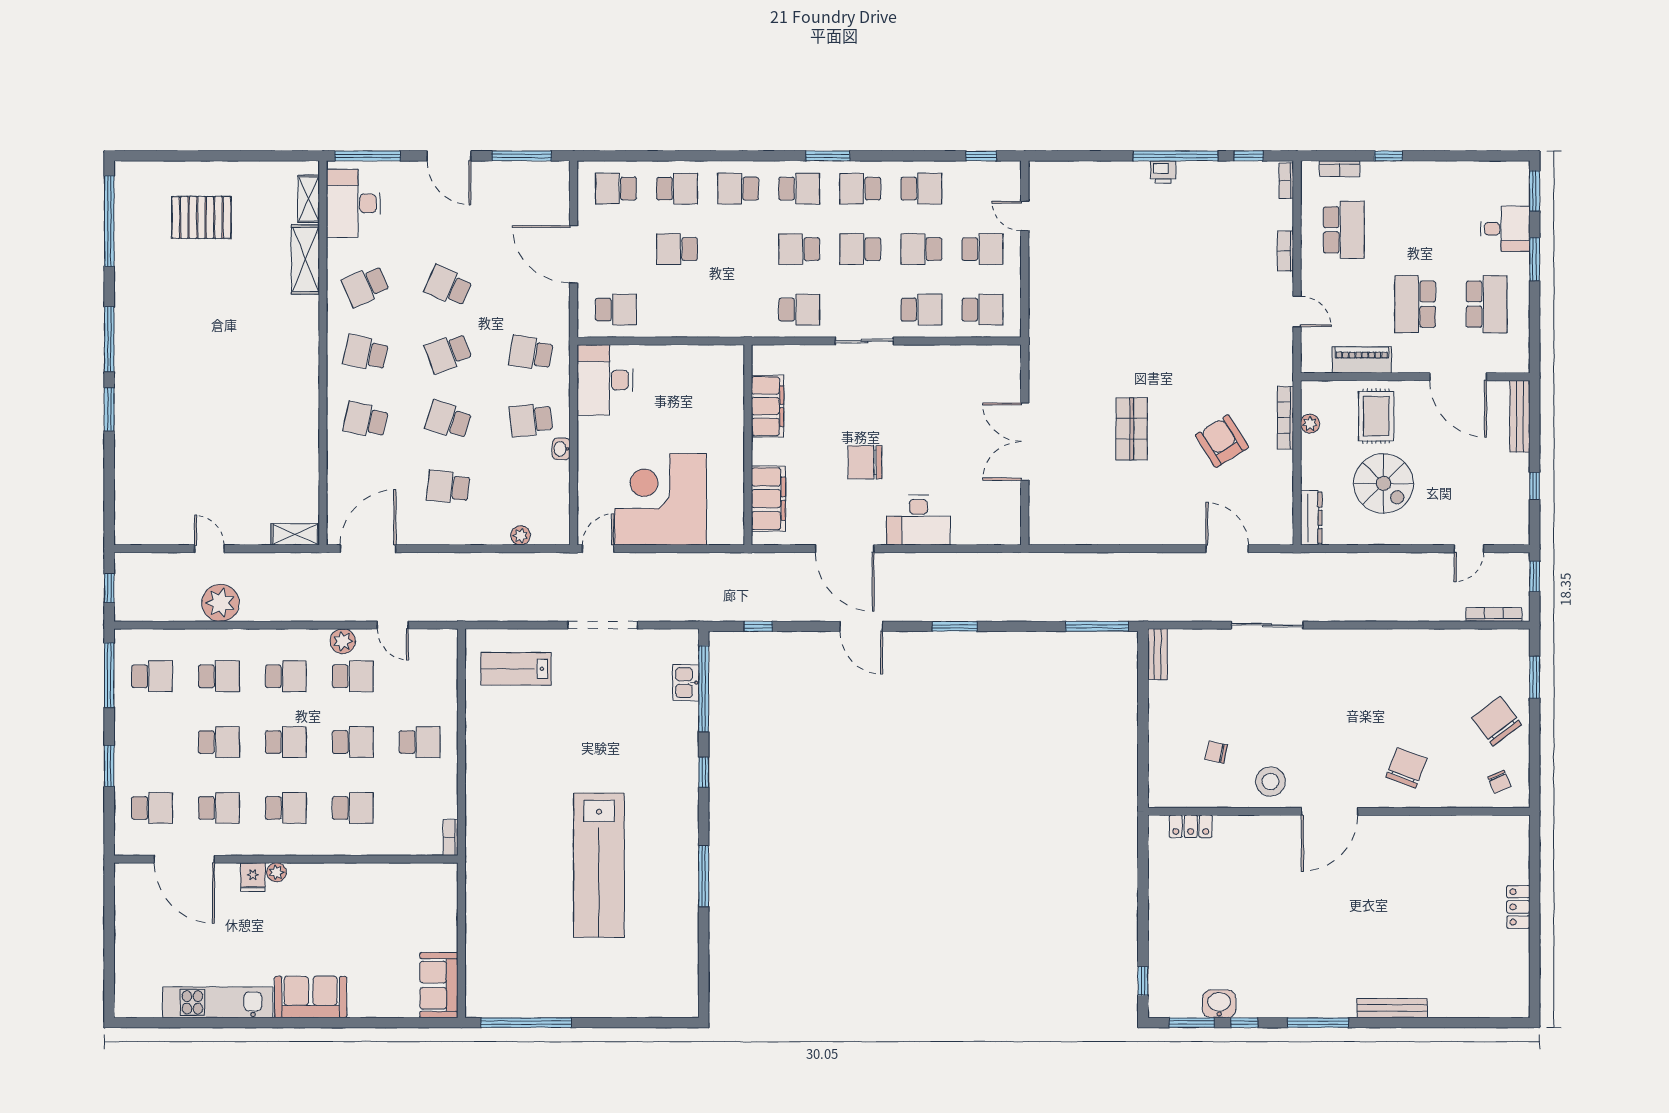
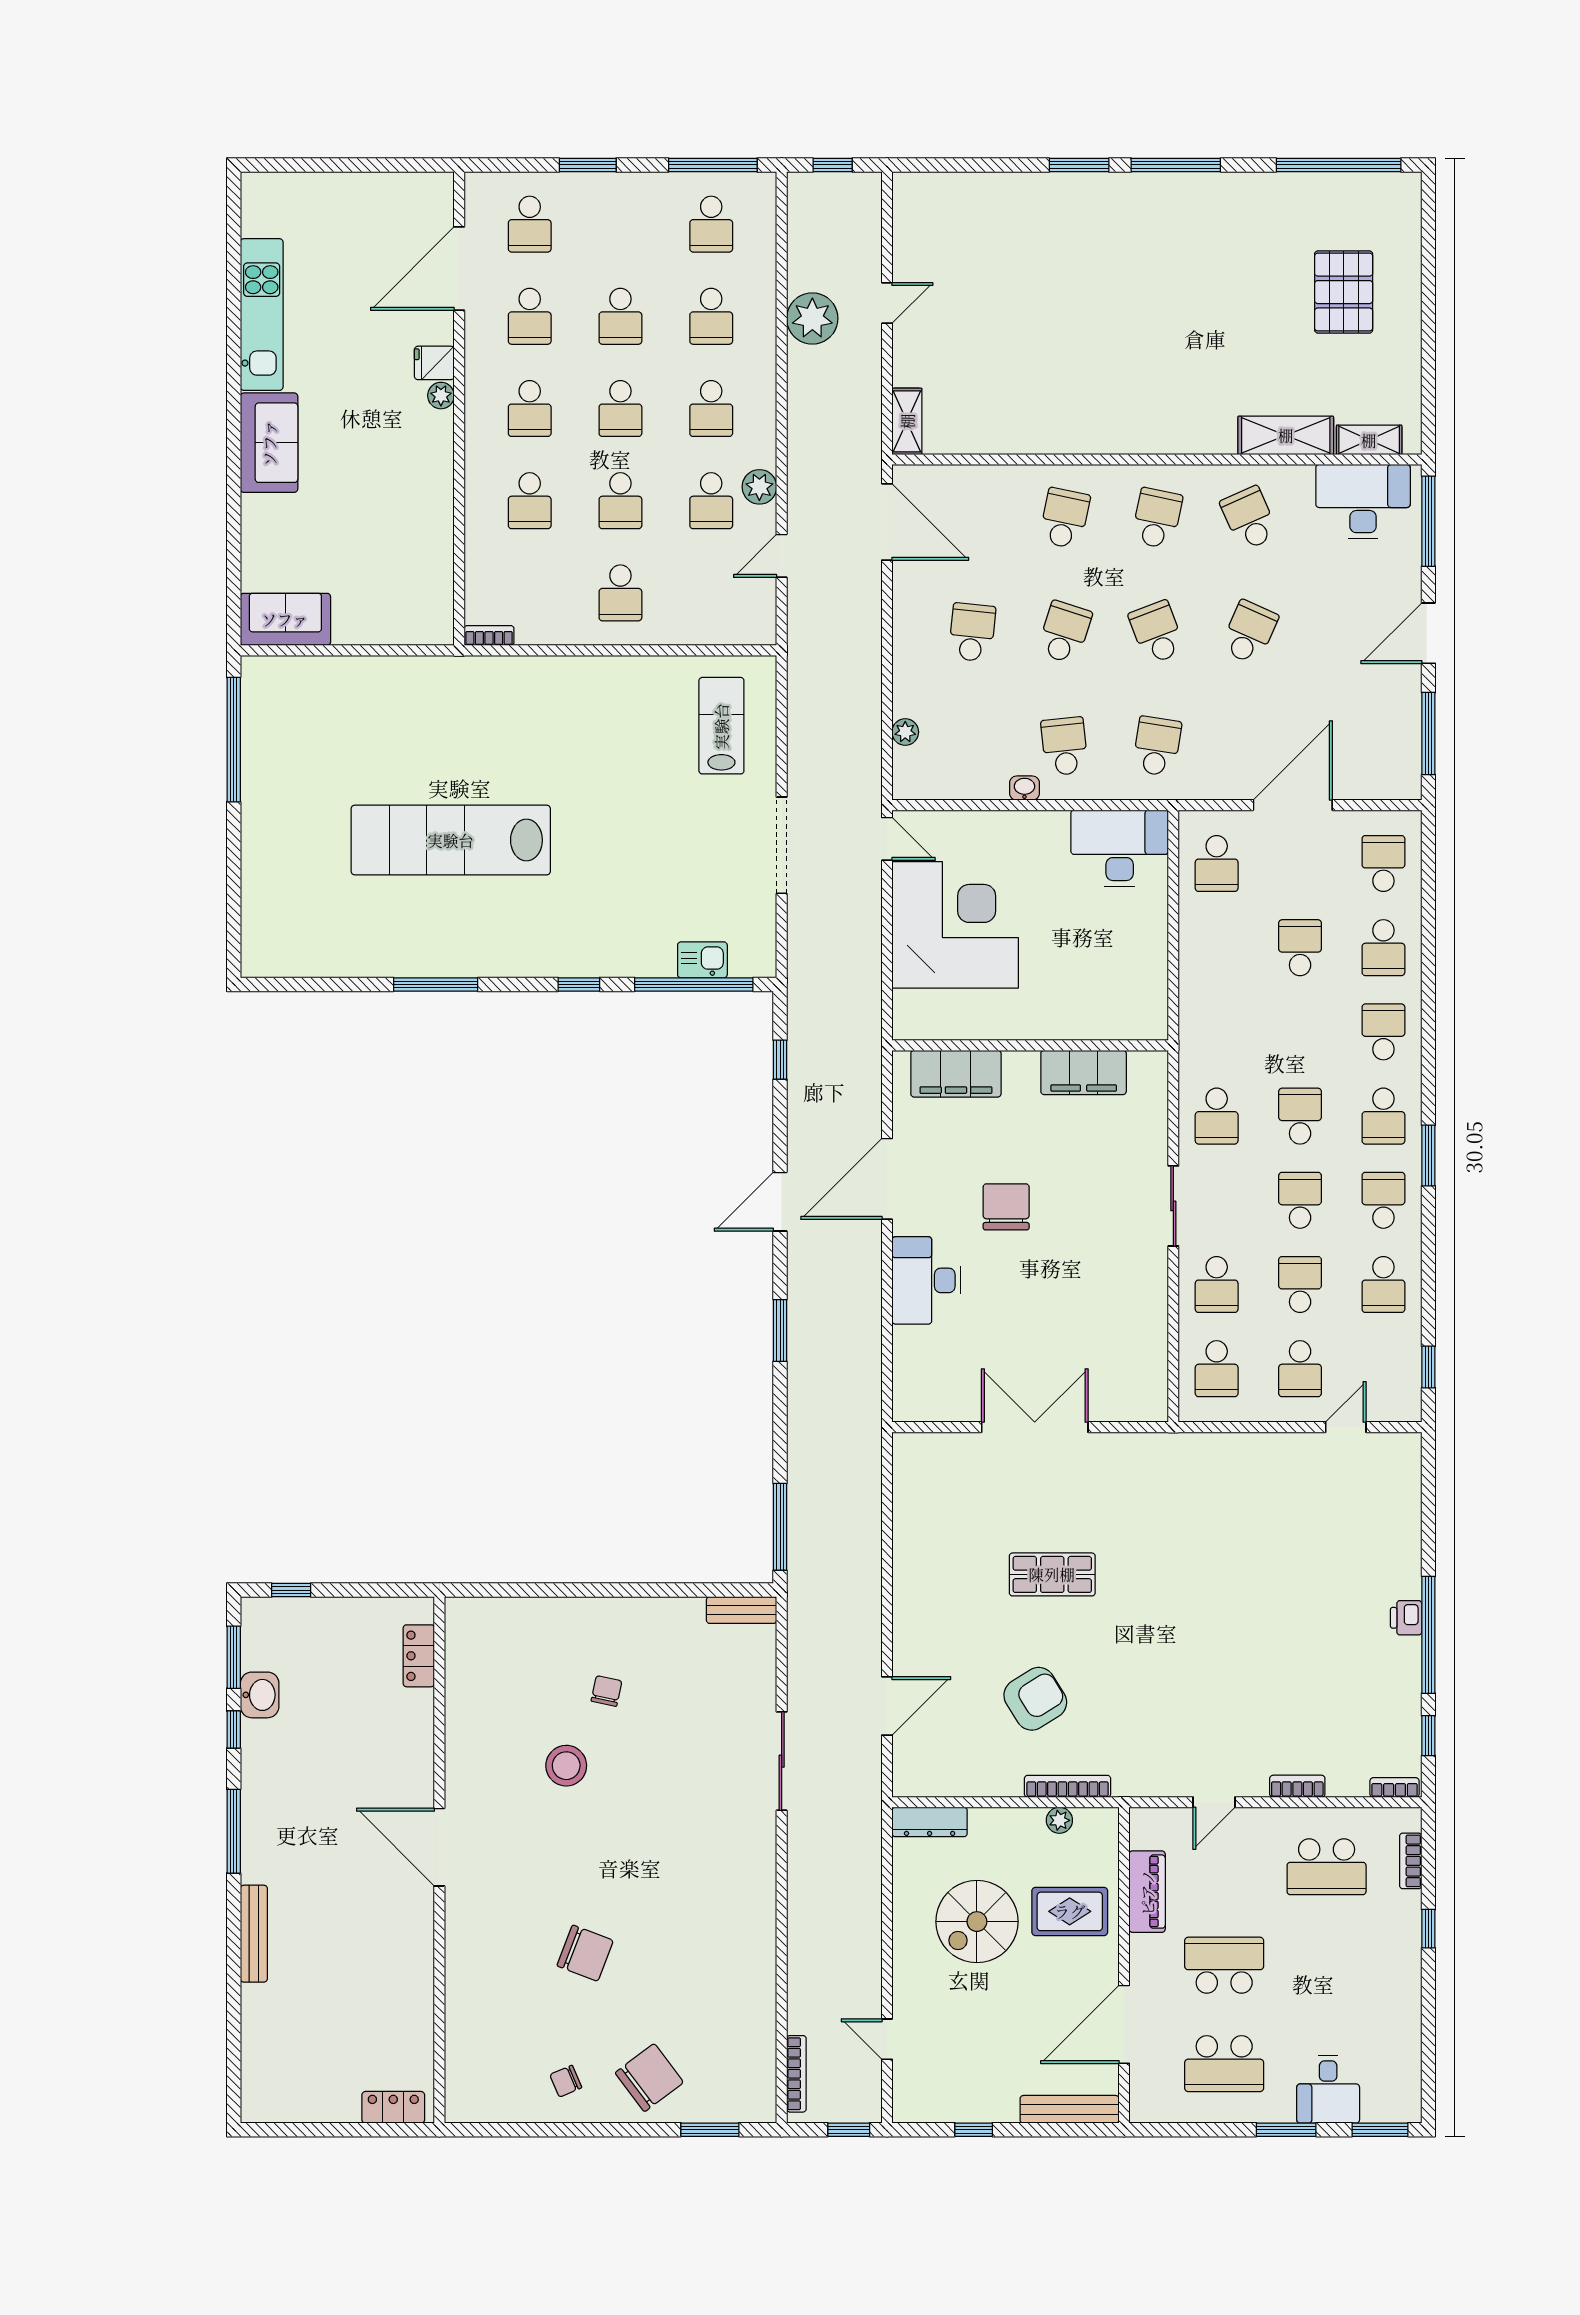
door: (1330, 811) -> (439, 1847), moved
wall: (1339, 811) -> (439, 1860), moved
locker: (1191, 826) -> (419, 1656), moved

